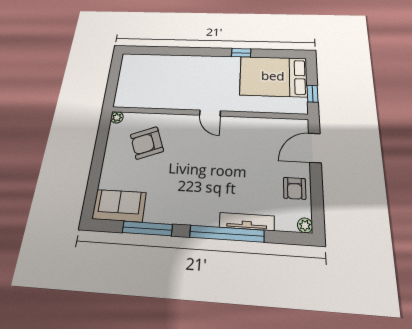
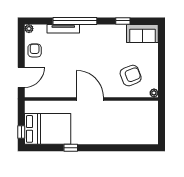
window: (312, 94) -> (21, 132), moved
door: (210, 113) -> (90, 99), width x1.88
window: (147, 228) -> (123, 21), width x0.46

